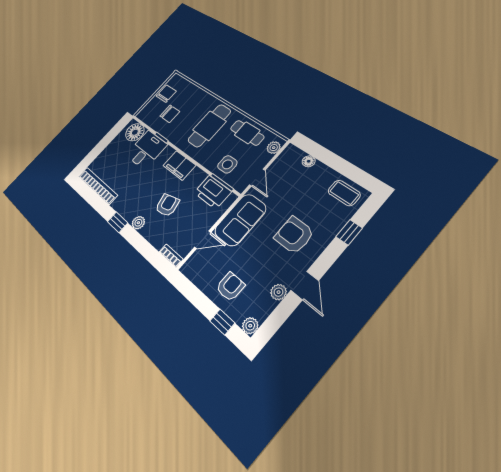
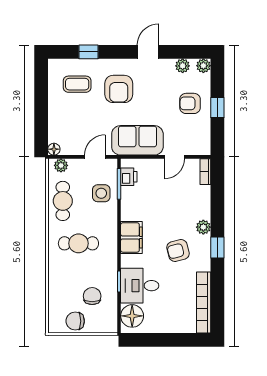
cafe table: (209, 126) -> (78, 243), width x0.73, depth x0.74
floor lamp: (309, 161) -> (54, 149), moved
printer: (212, 192) -> (129, 177), width x0.53, depth x0.68
coffee table: (344, 193) -> (77, 84), moved, turned 90
armchair: (167, 205) -> (178, 250), moved
door: (203, 240) -> (174, 157), swing flipped
plant: (279, 292) -> (183, 66), moved
window: (222, 322) -> (217, 107), moved

